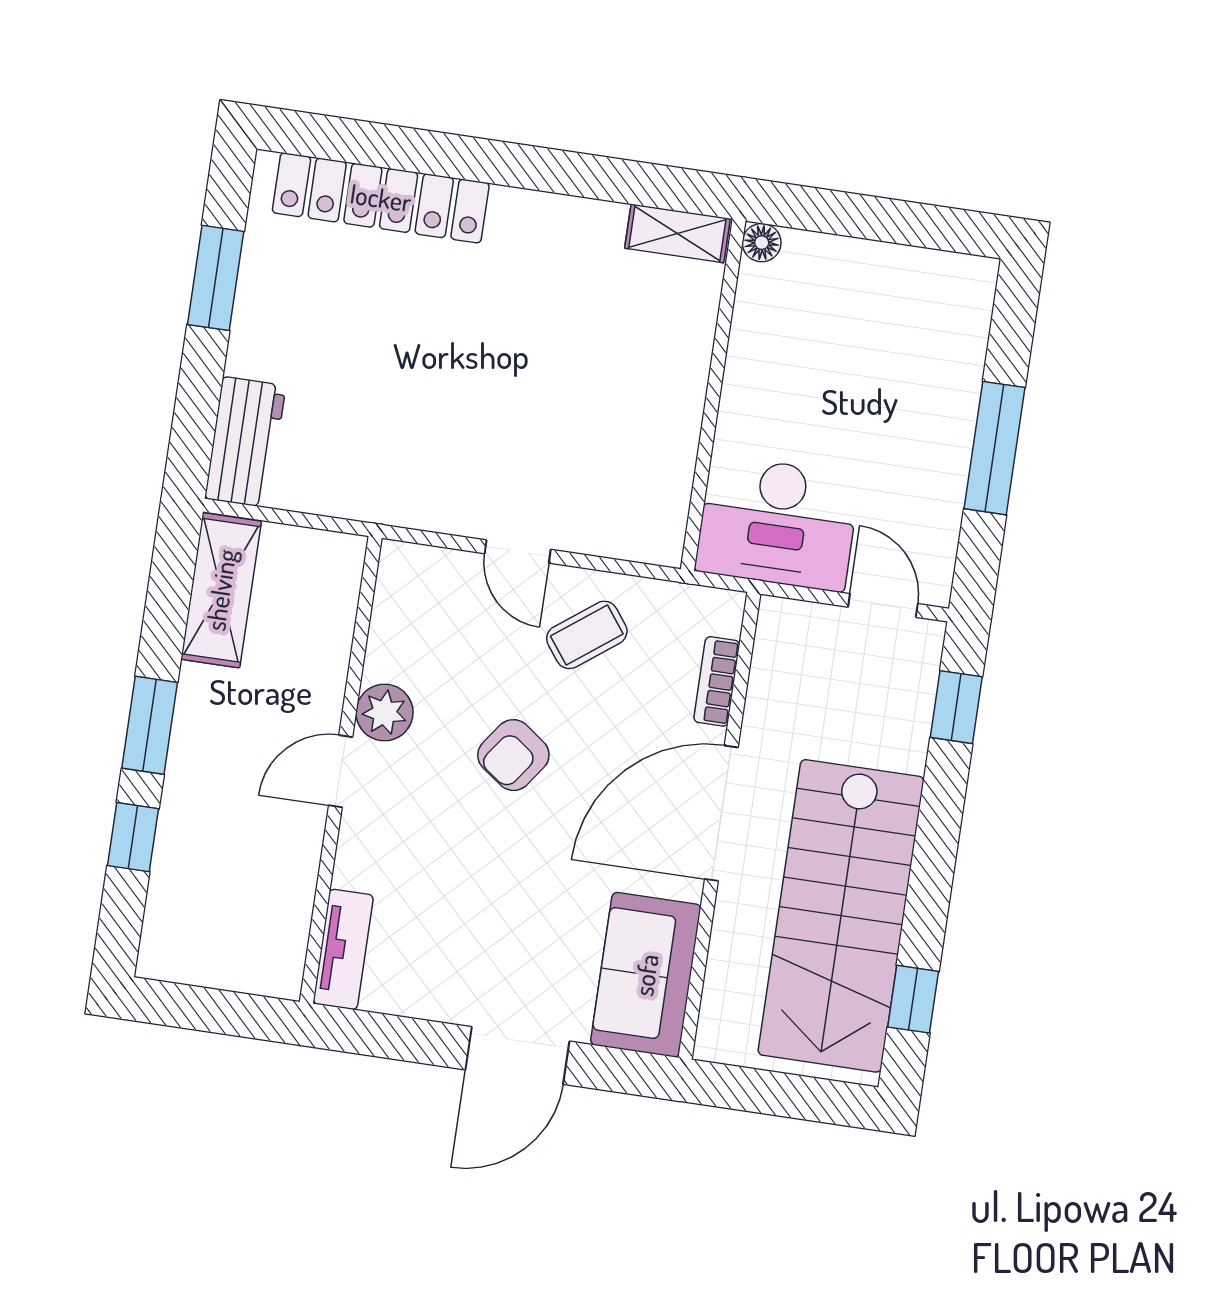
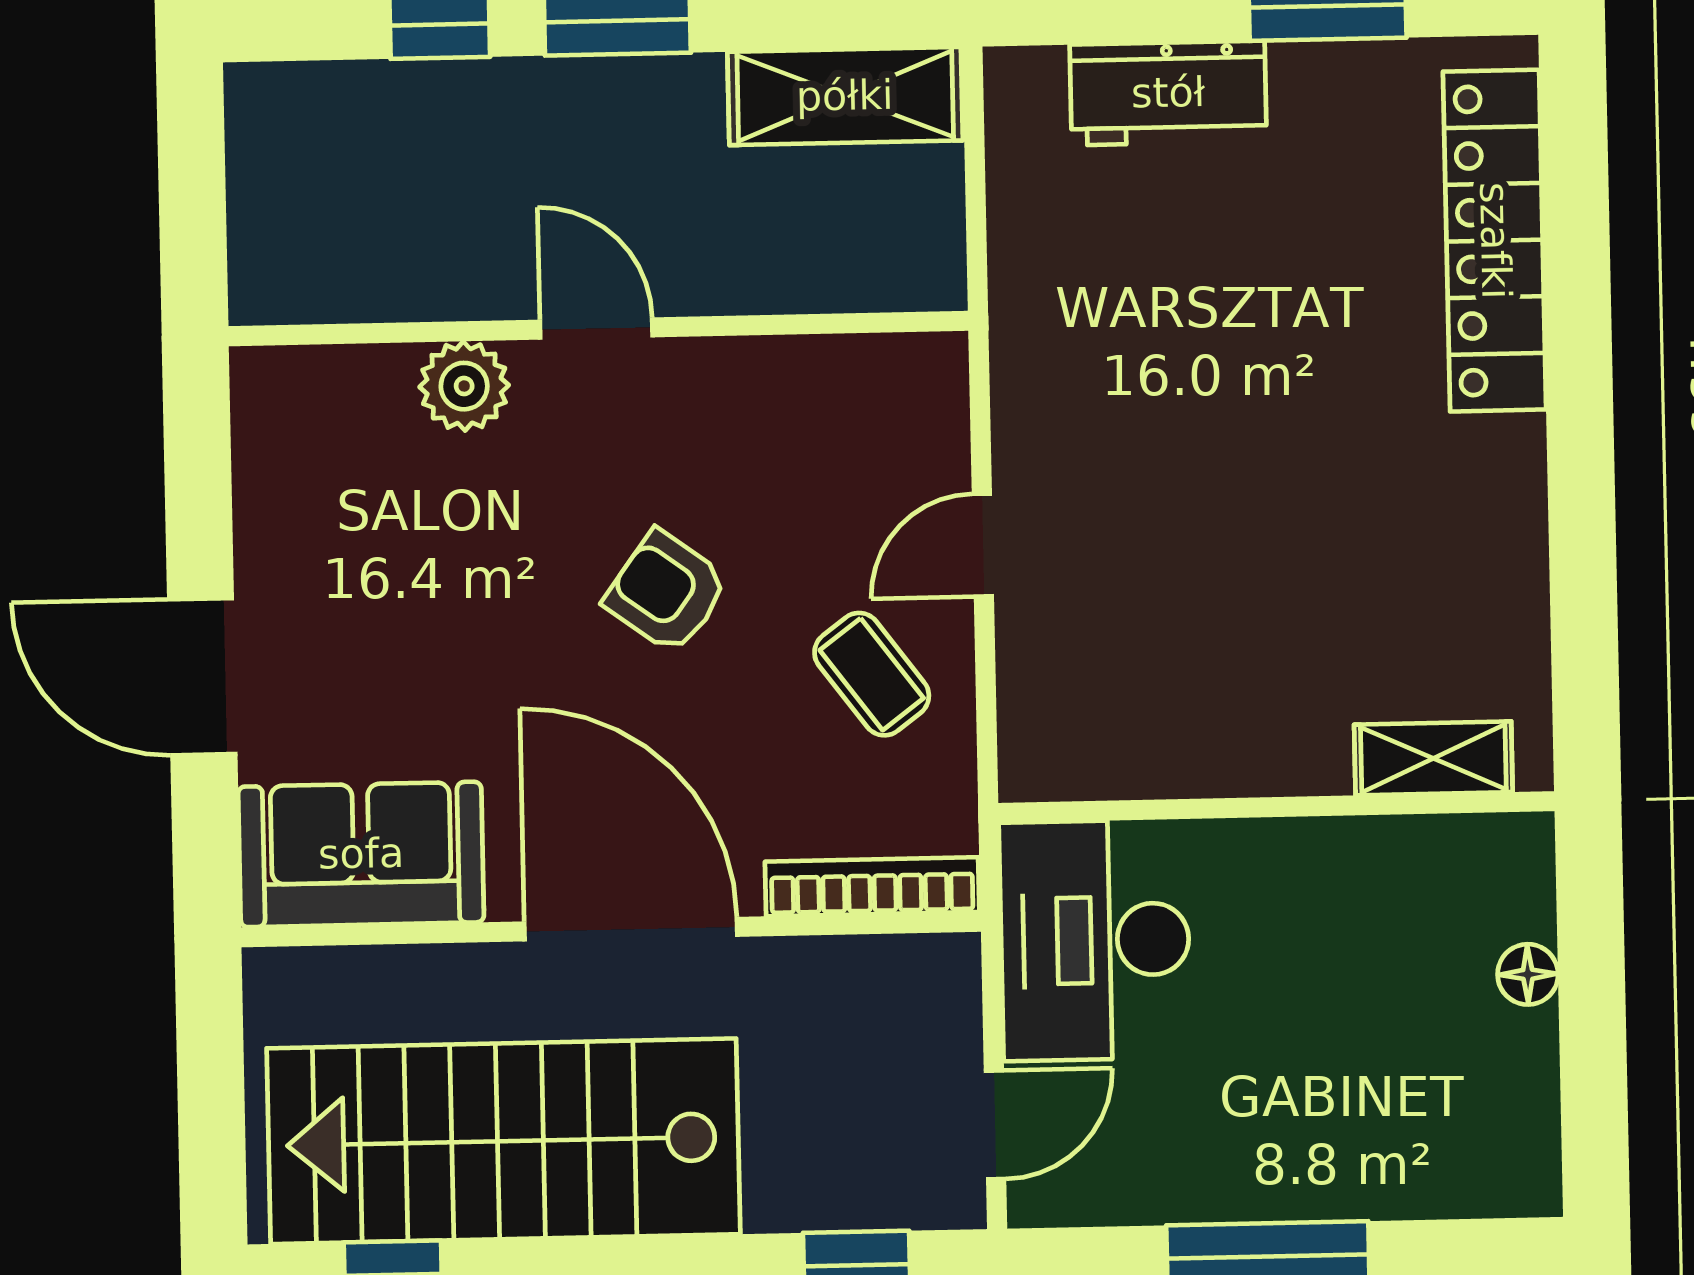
shelving: (677, 233) -> (1433, 758), moved, turned 90
floor lamp: (762, 243) -> (1528, 974), moved
workbench: (245, 442) -> (1168, 93), moved
bookcase: (717, 681) -> (872, 887), width x1.56
plant: (384, 712) -> (464, 386), moved
tv unit: (343, 949) -> (321, 379), removed

